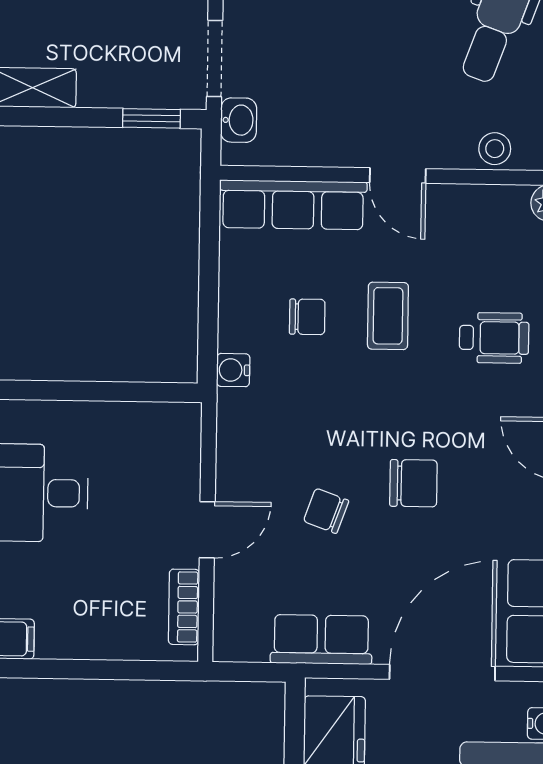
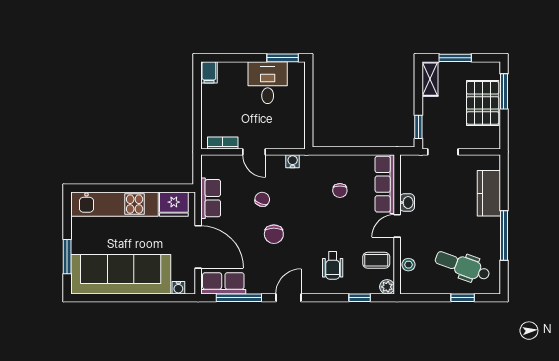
washbasin: (239, 120) -> (407, 203), moved, turned -90
coffee table: (388, 316) -> (376, 260), moved
water cooler: (233, 370) -> (293, 161), moved

